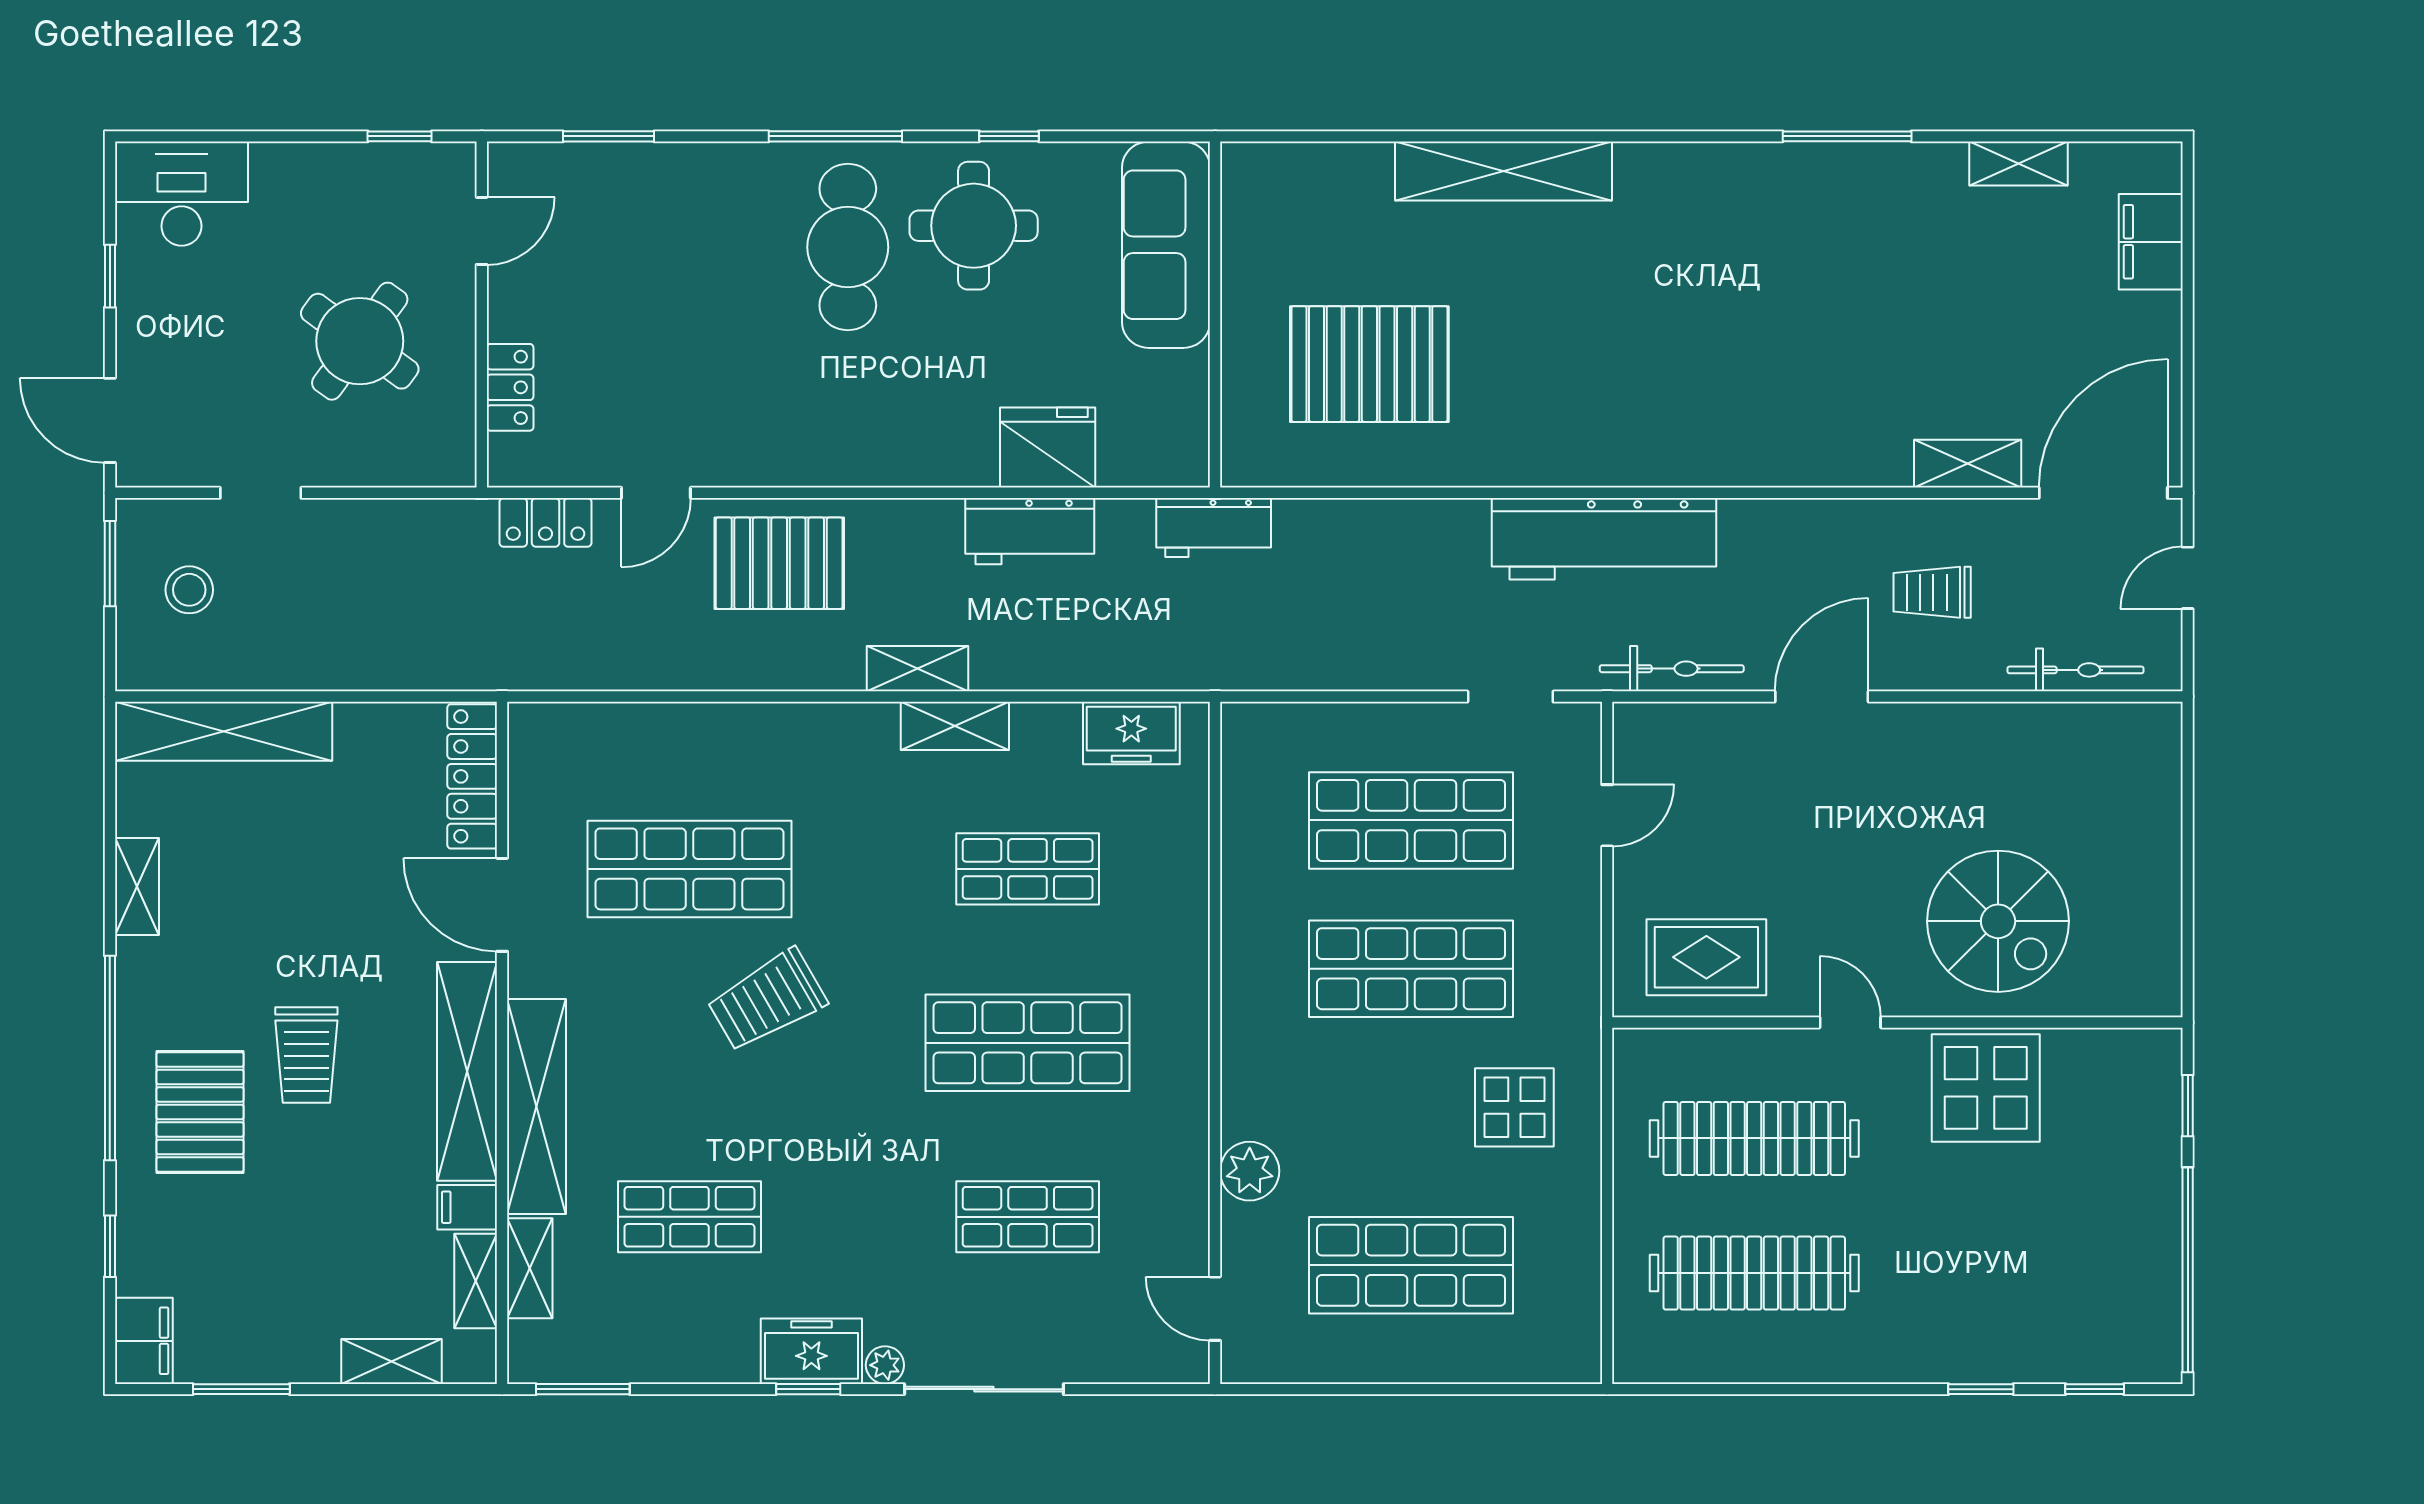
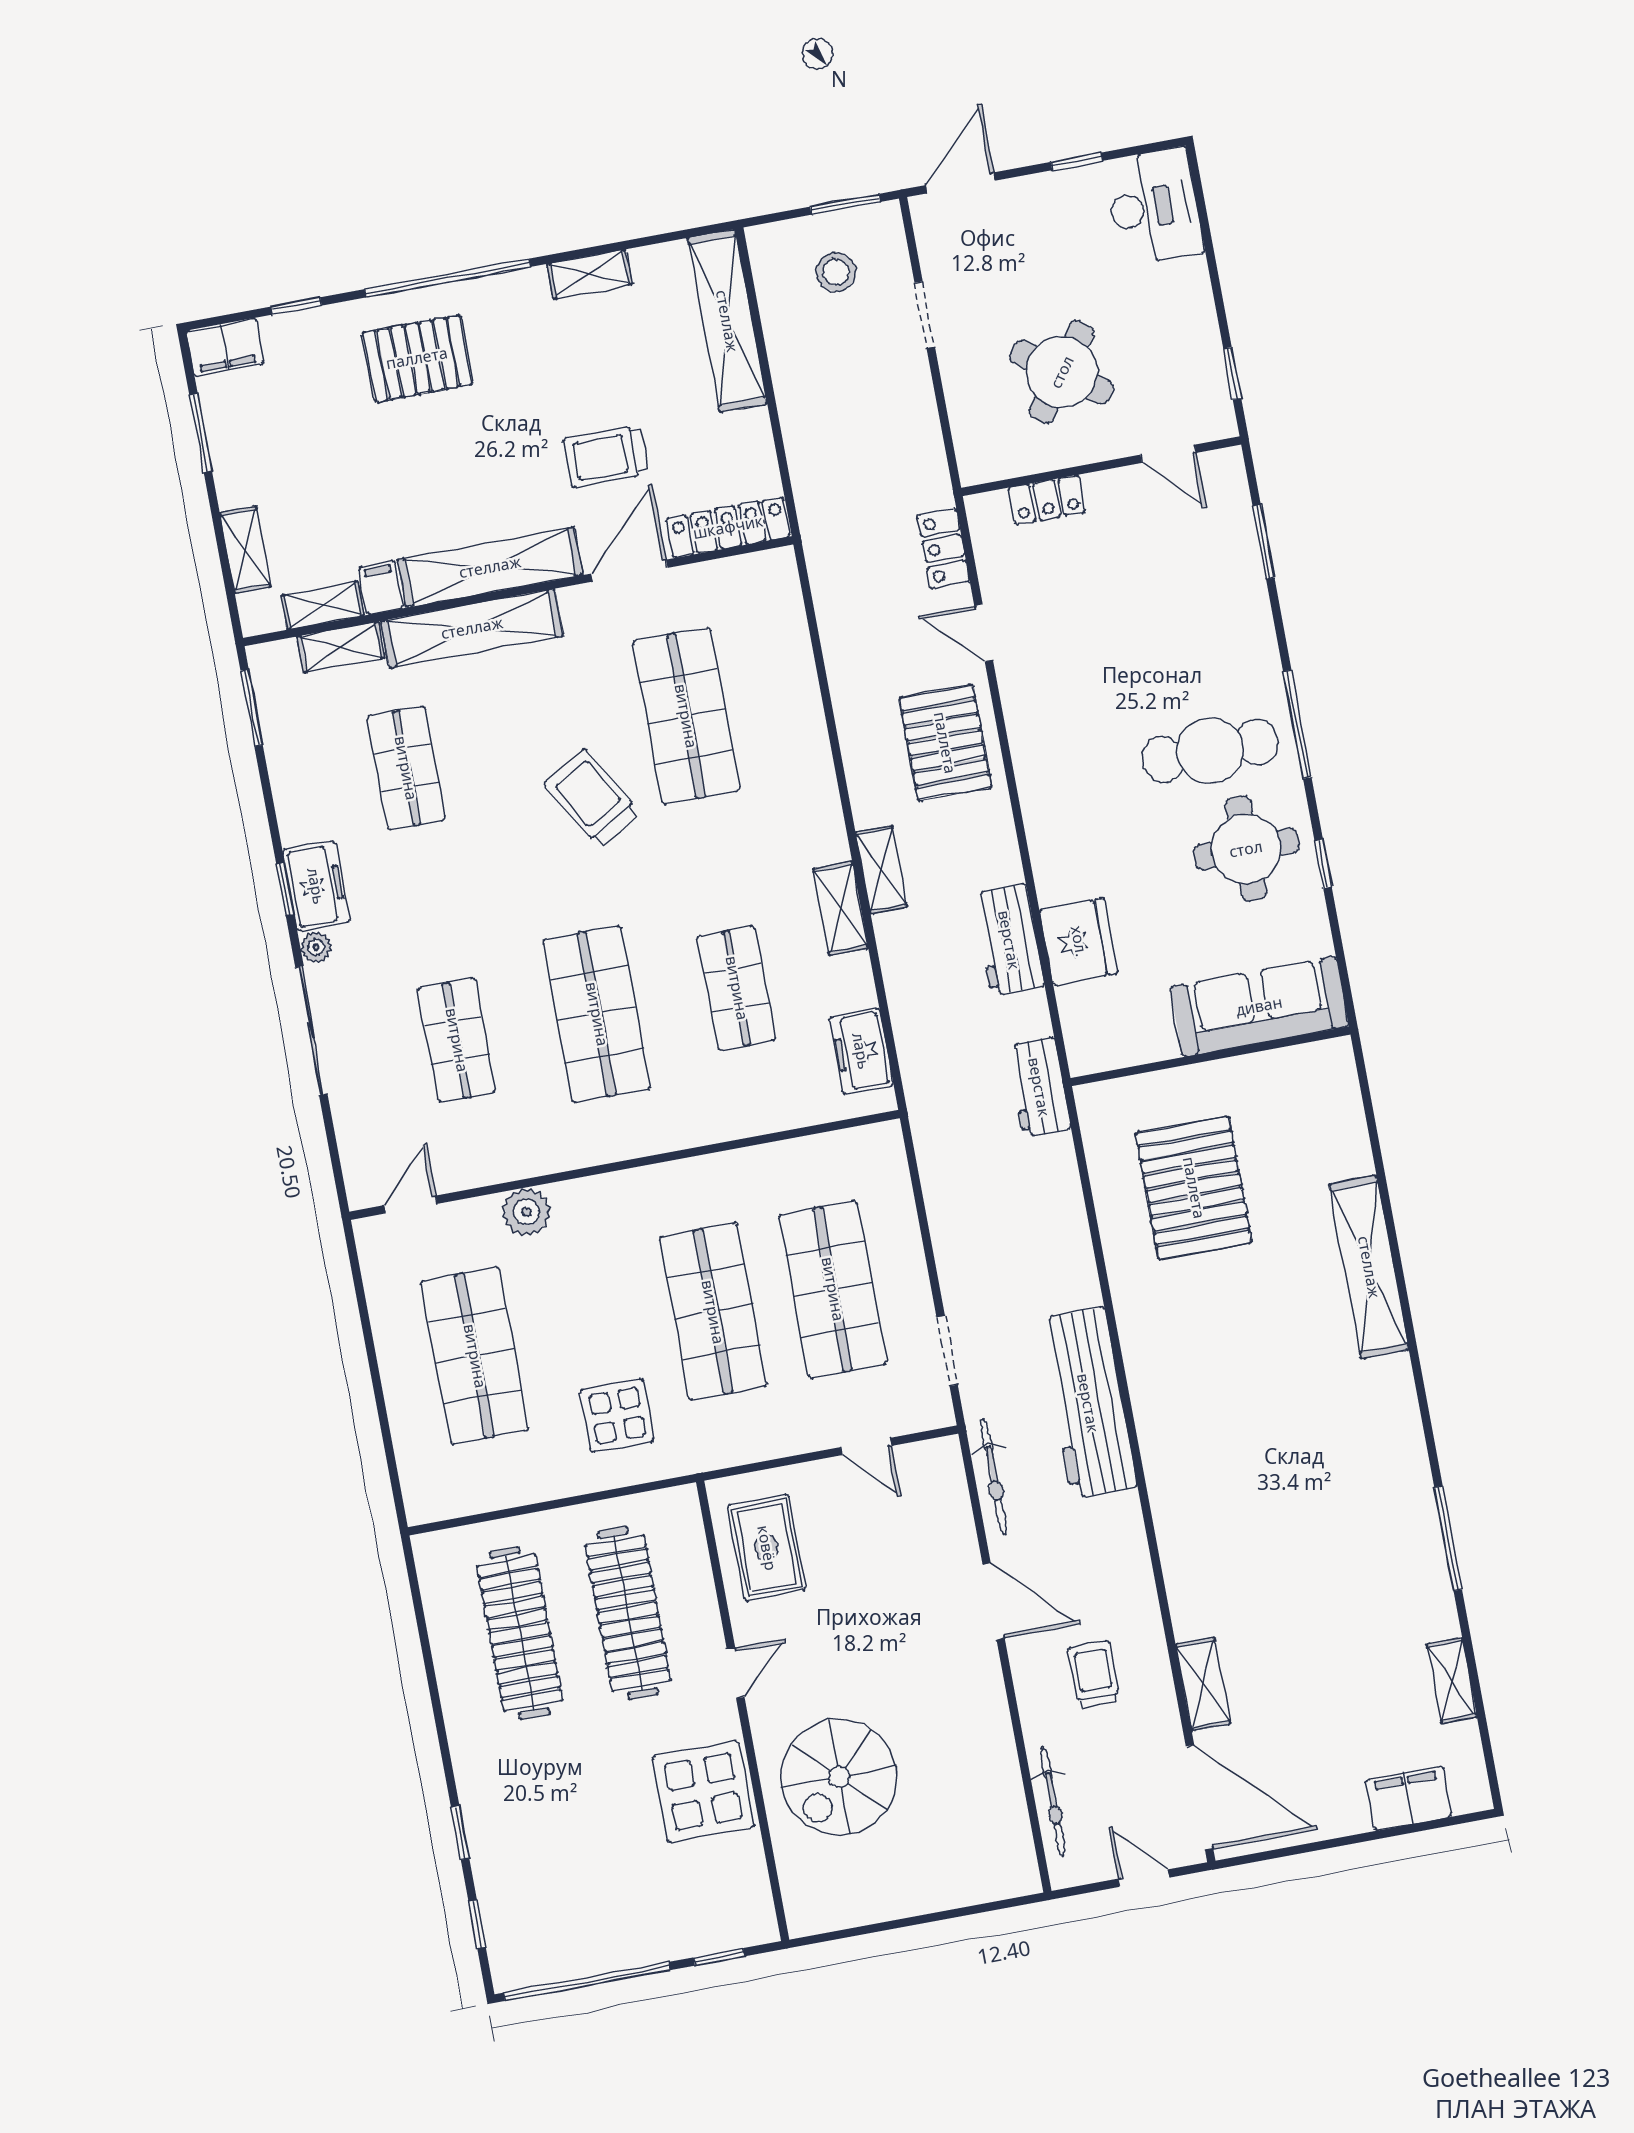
trolley: (306, 1055) -> (606, 456), moved

